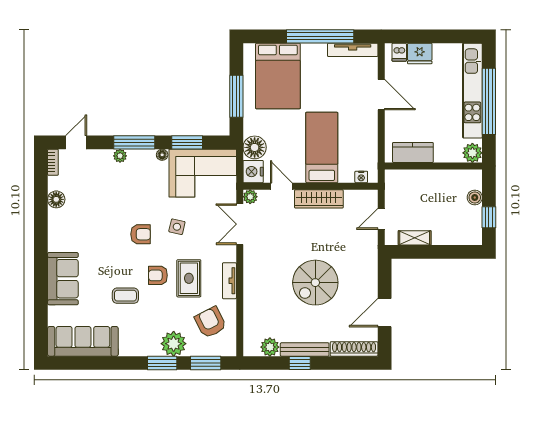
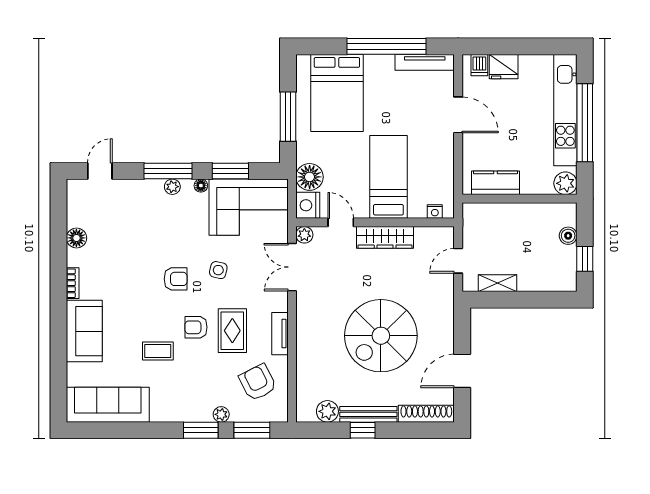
plant: (120, 156) -> (172, 187), moved
bookcase: (53, 162) -> (73, 283), moved
spiral stairs: (315, 283) -> (381, 336), width x1.37, depth x1.37
plant: (174, 344) -> (221, 414), width x0.53, depth x0.53

